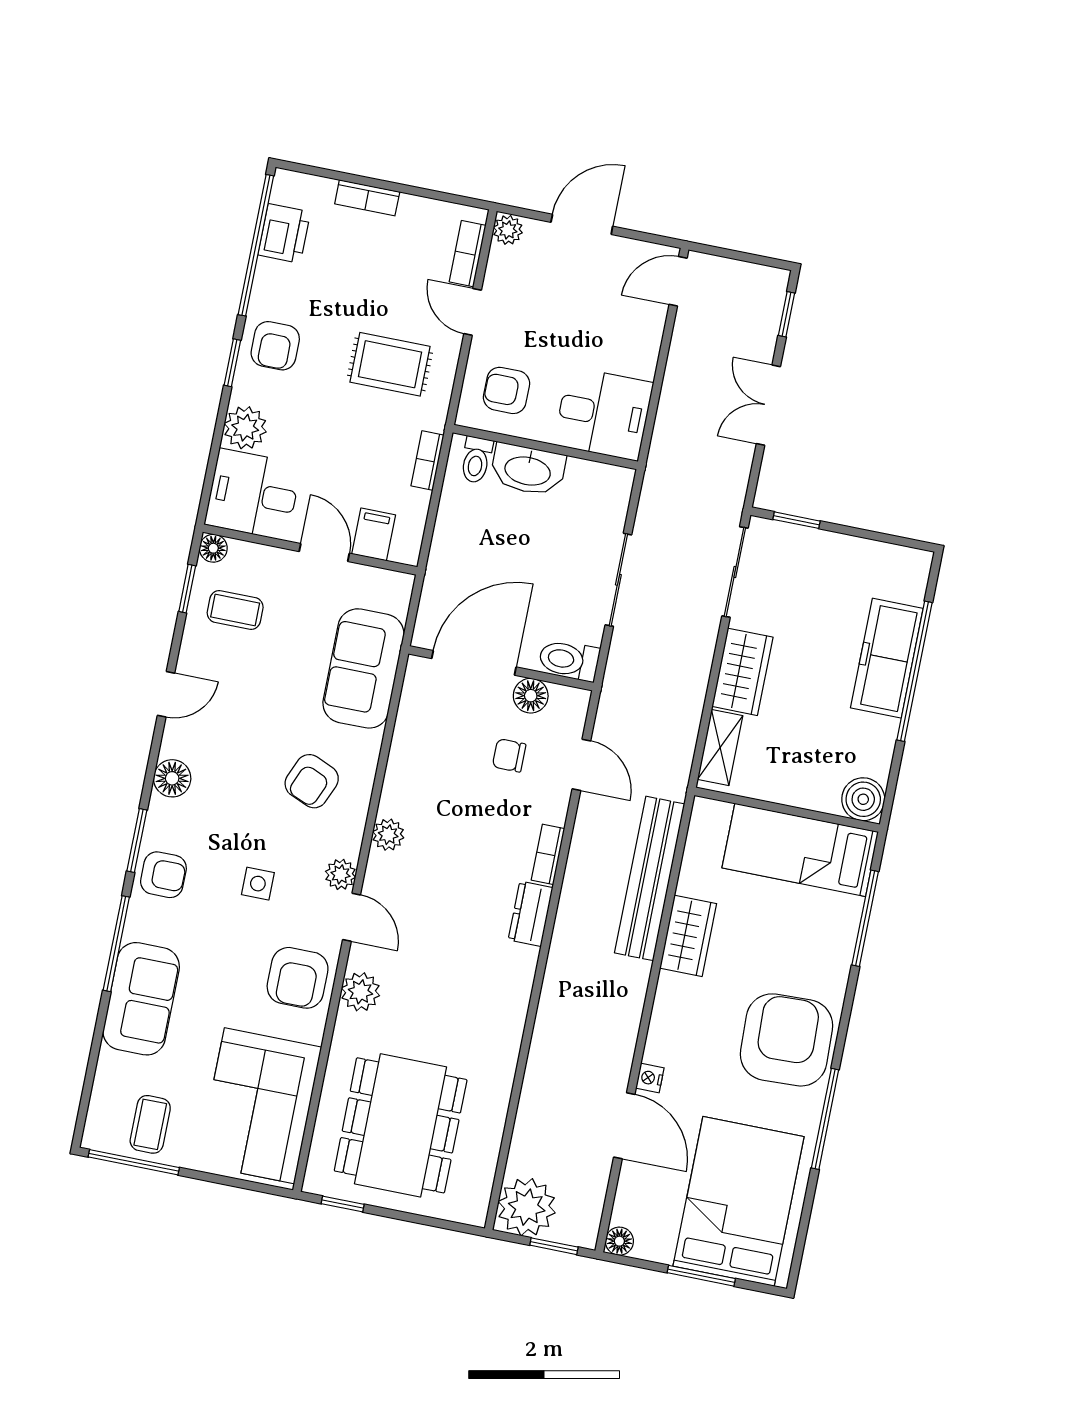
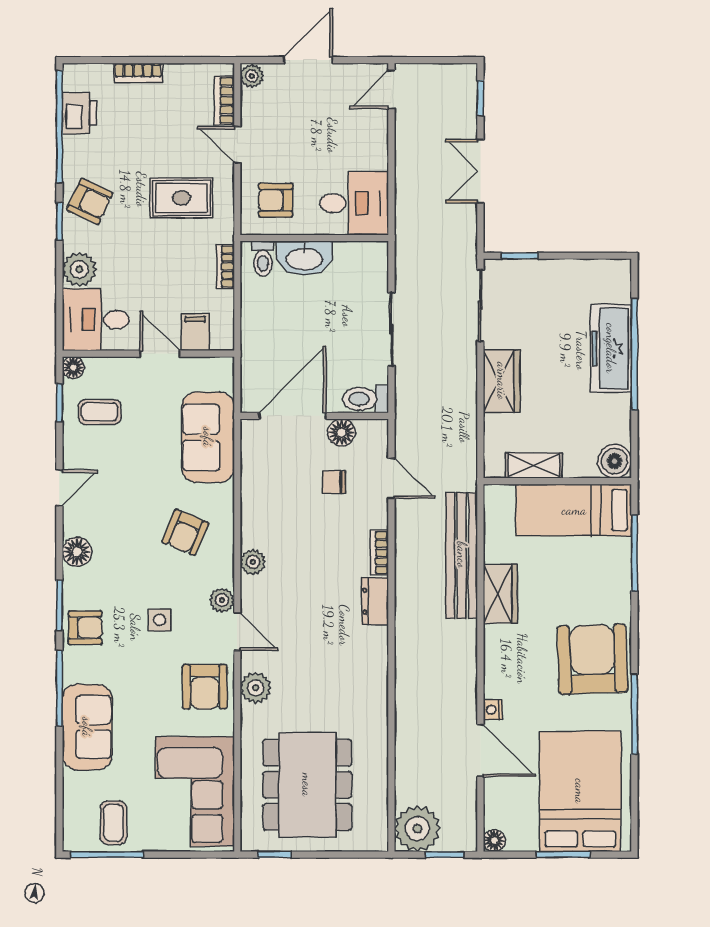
armchair: (275, 346) -> (90, 201), turned -65
shelving: (720, 748) -> (534, 465), moved, turned 90

